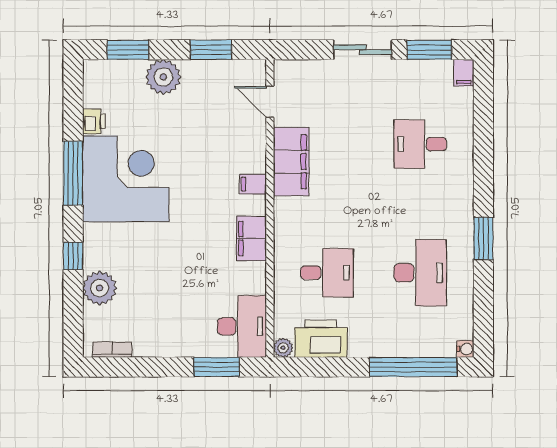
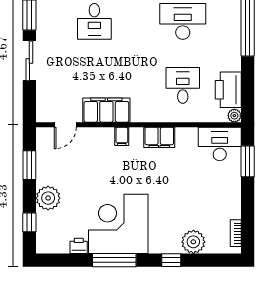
window: (128, 50) -> (29, 222), width x0.67

